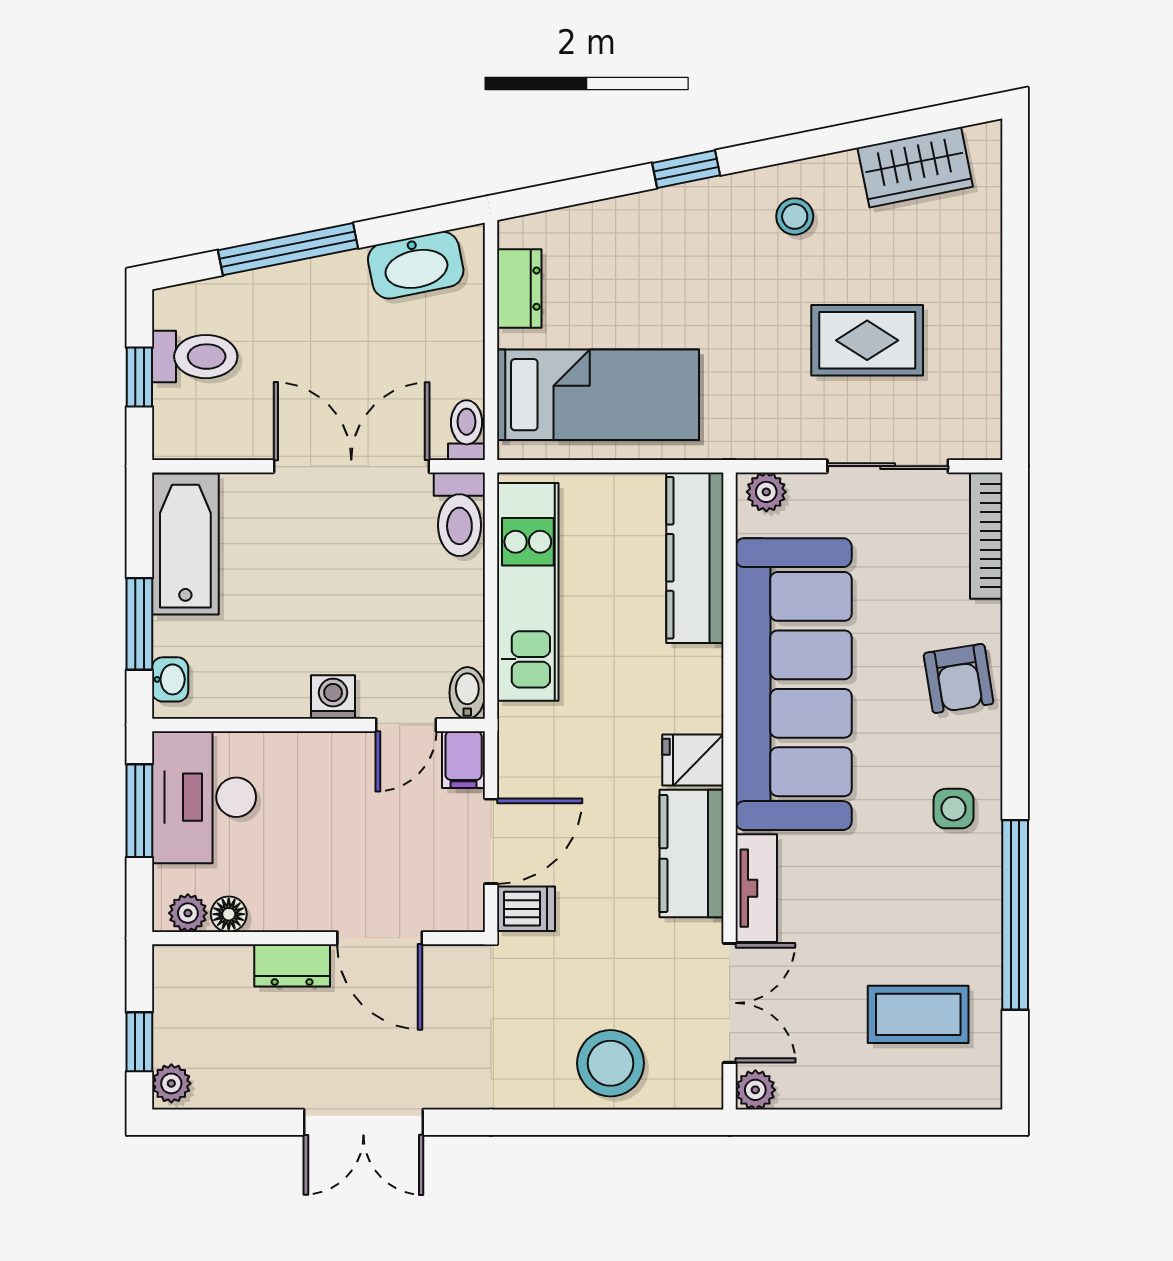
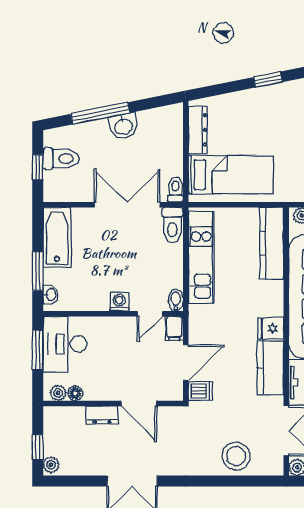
washbasin: (416, 265) -> (123, 126), moved, width x0.72
dresser: (519, 289) -> (198, 130), width x1.44

